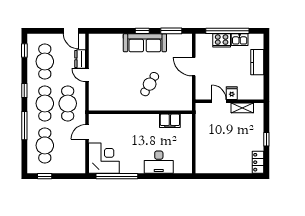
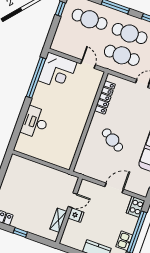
cooker: (222, 40) -> (136, 207), moved
locker: (112, 105) -> (105, 97), added
filing cabinet: (170, 121) -> (71, 147), removed

